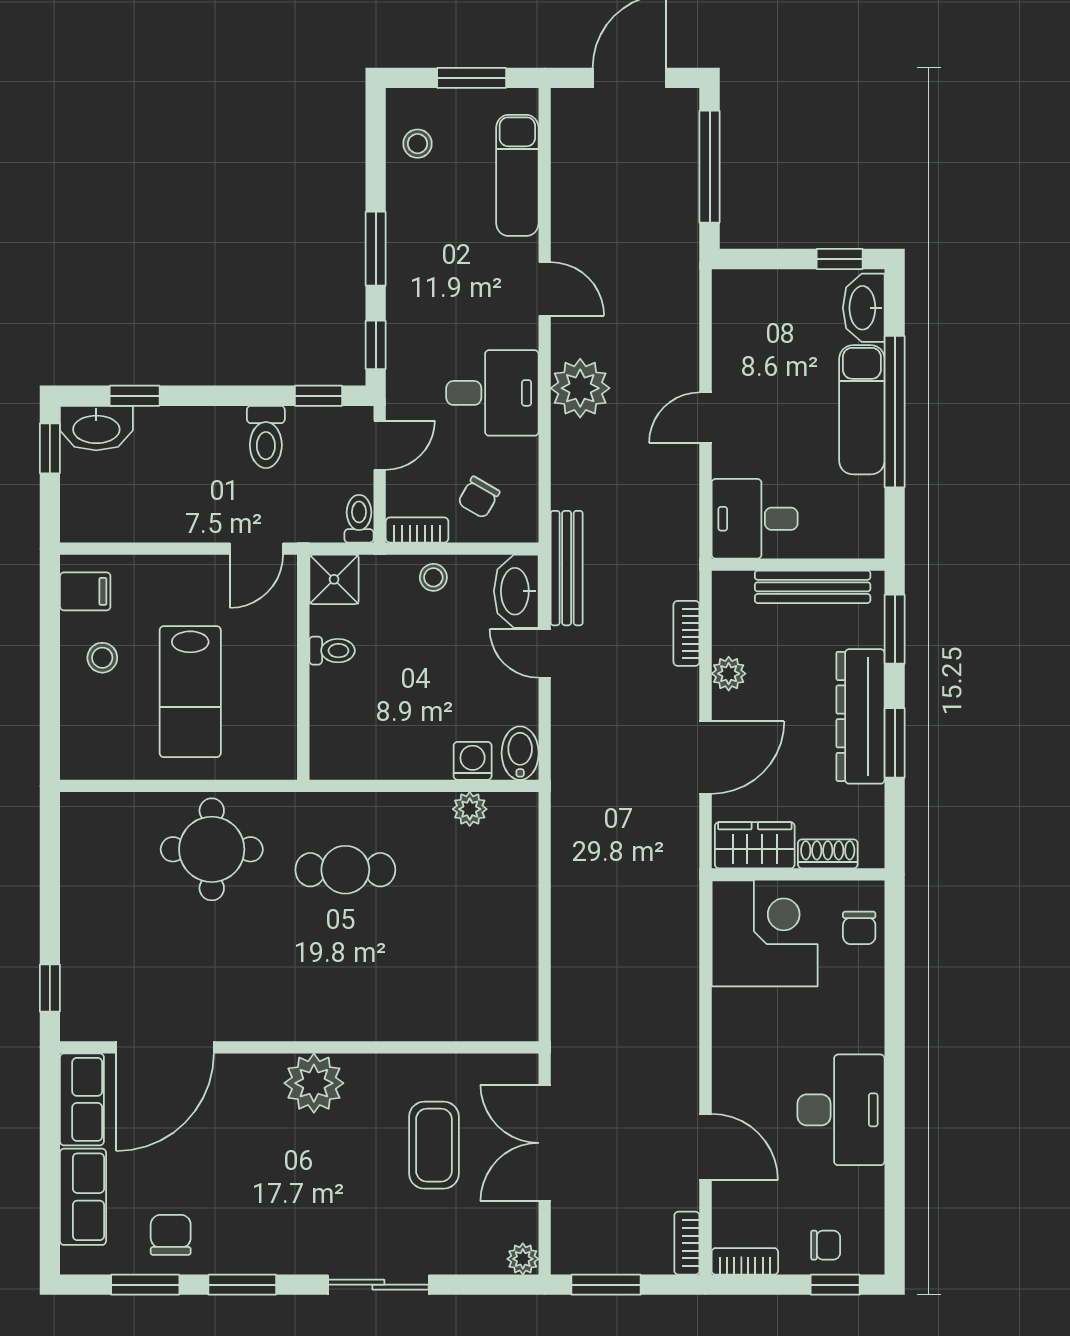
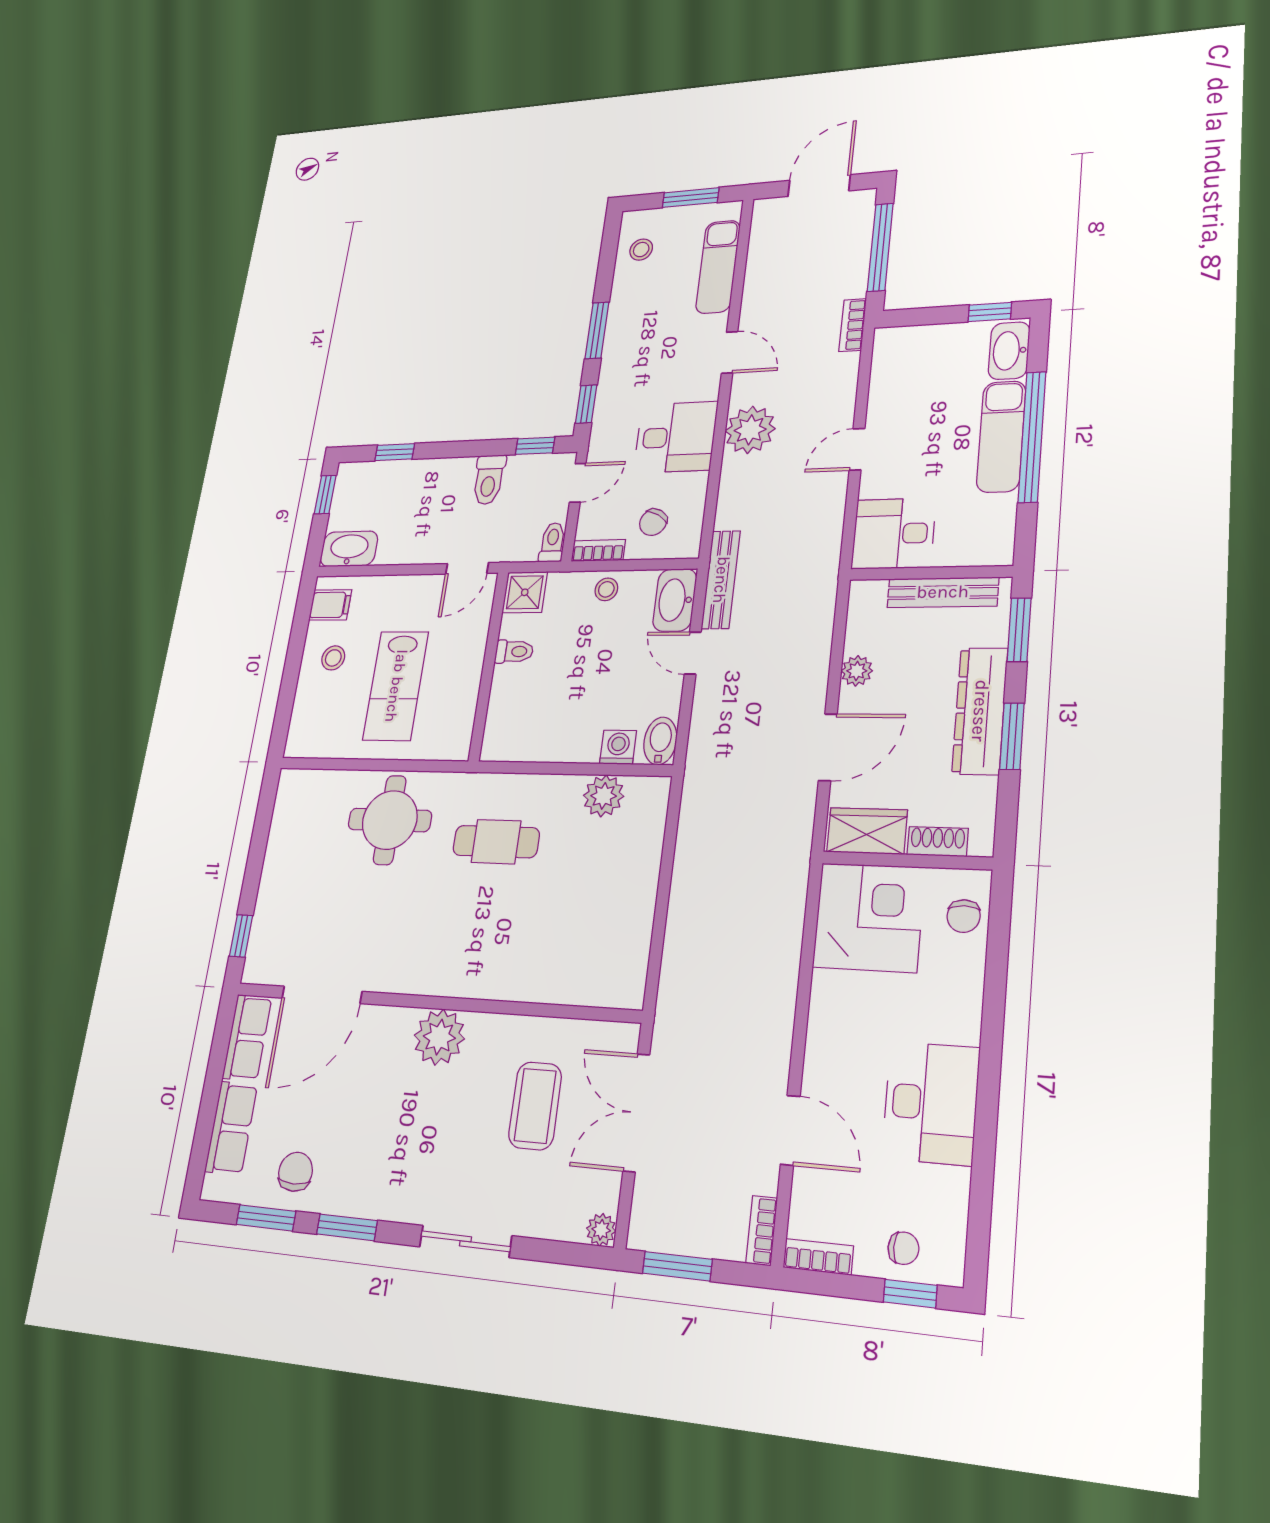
washbasin: (96, 428) -> (349, 549), moved, turned 180
bookcase: (686, 633) -> (853, 325), moved
plant: (470, 809) -> (604, 796), width x1.38, depth x1.38

